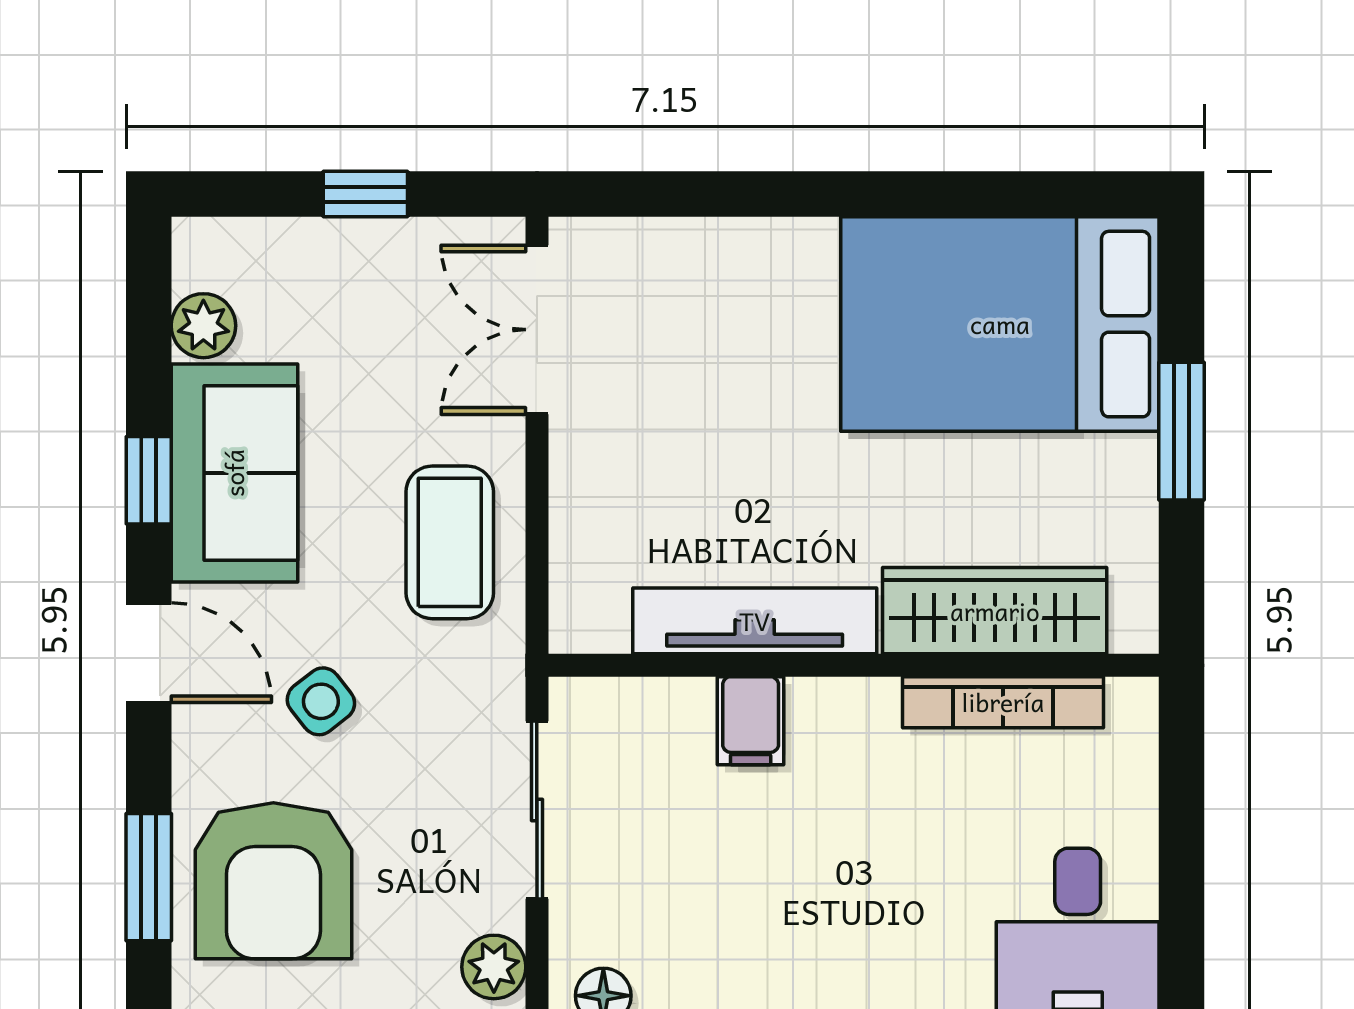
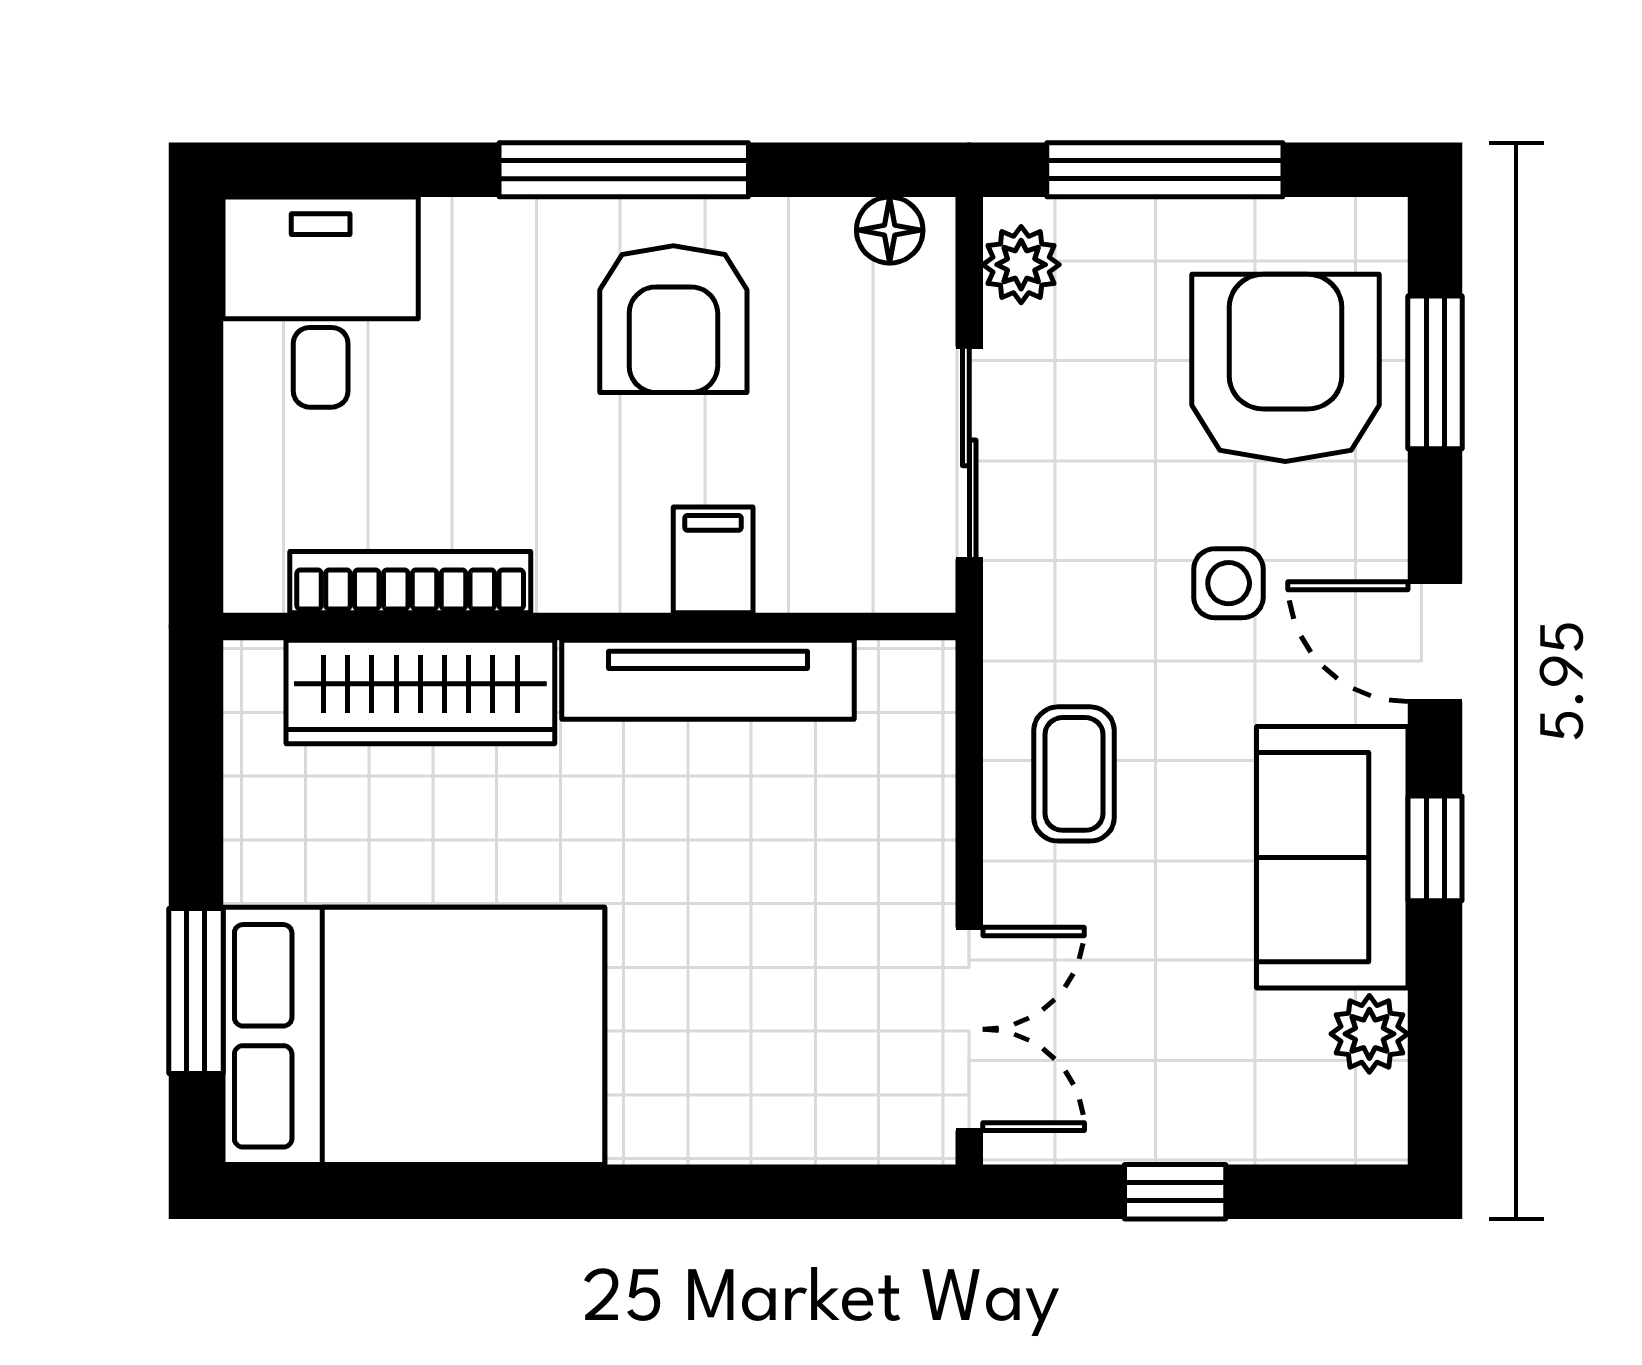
window: (1182, 431) -> (196, 991), moved
coffee table: (450, 542) -> (1074, 774), width x0.73, depth x0.77
side table: (321, 701) -> (1229, 583), turned 38
armchair: (784, 921) -> (673, 319), added

